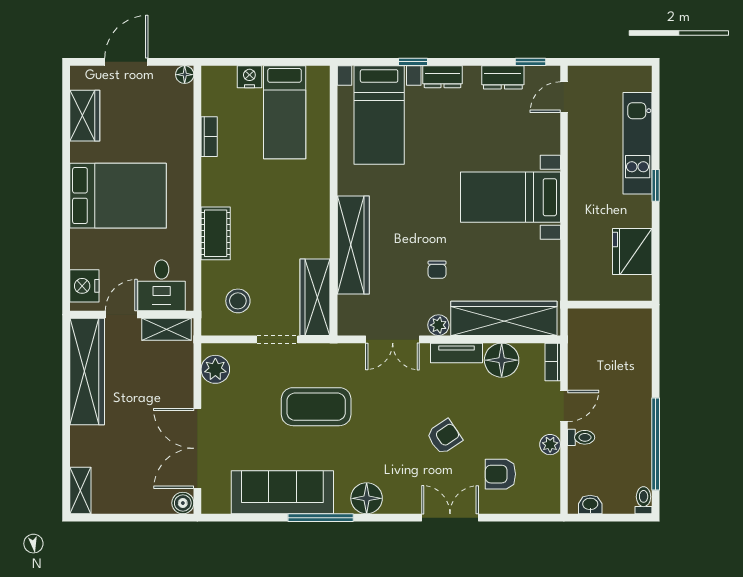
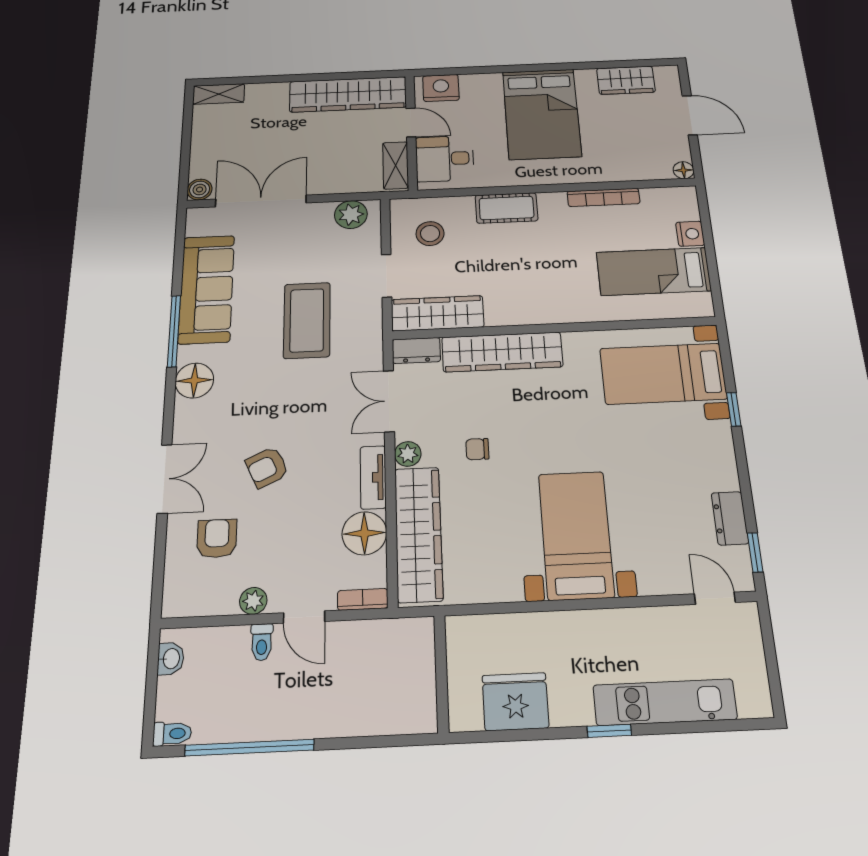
dresser: (442, 77) -> (416, 350), moved, turned -90
bookcase: (209, 137) -> (604, 197), width x1.56
armchair: (444, 437) -> (267, 467), turned 99

